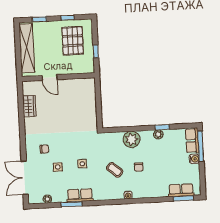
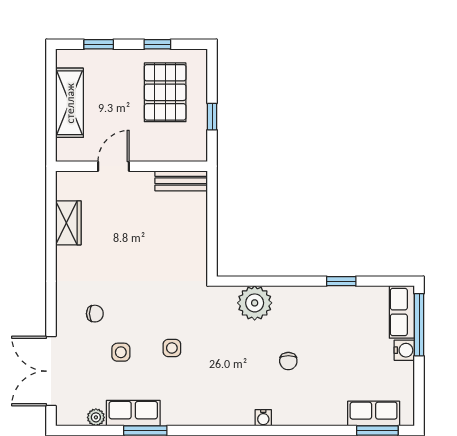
shelving: (27, 48) -> (70, 103), width x0.68
door: (50, 78) -> (114, 166), swing flipped
bench: (83, 83) -> (181, 181), added
plant: (158, 134) -> (333, 295), removed
plant: (132, 139) -> (255, 303), moved
coffee table: (115, 170) -> (238, 364), removed
row of seats: (80, 195) -> (133, 413), moved

